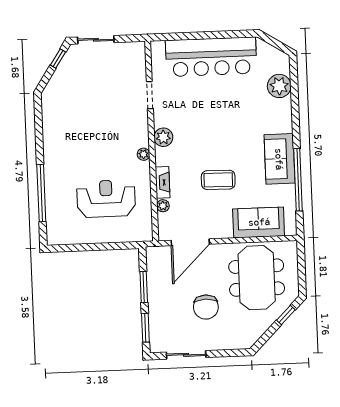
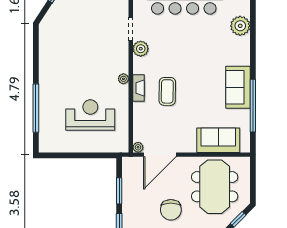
plant: (163, 137) -> (141, 49), moved
coffee table: (218, 180) -> (167, 91), moved, turned 90
fireplace: (163, 182) -> (138, 88), moved
plant: (163, 206) -> (138, 147), moved

